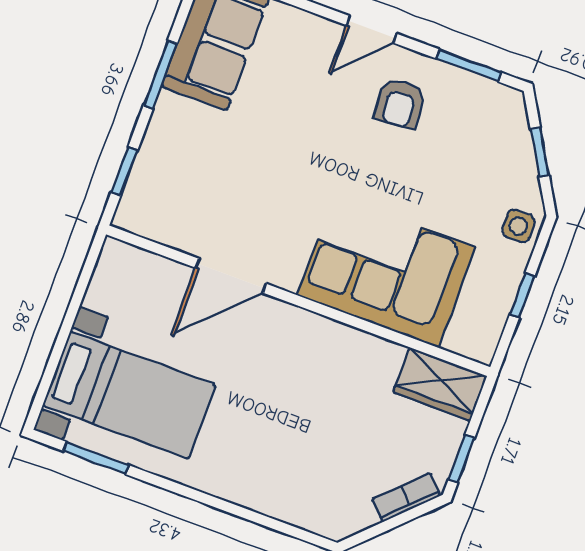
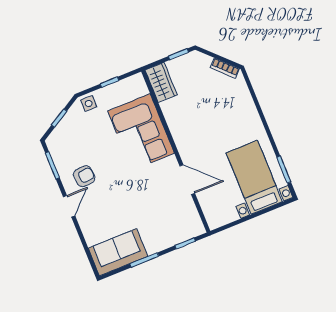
door: (372, 29) -> (69, 206), hinge flipped
bookcase: (406, 497) -> (225, 68), moved

